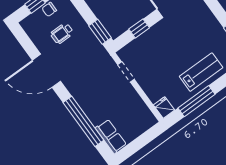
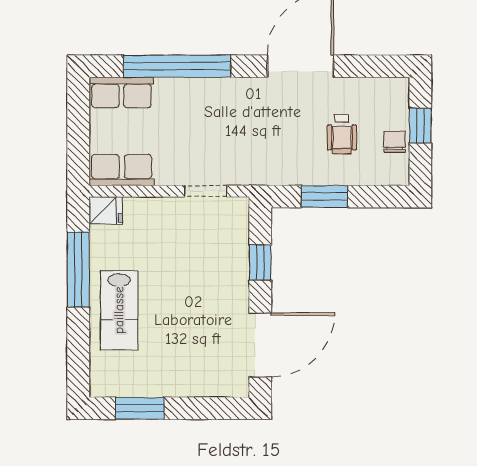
window: (100, 32) -> (324, 197), moved
wheelchair: (62, 33) -> (342, 134), turned 180
row of seats: (143, 113) -> (122, 170), added

